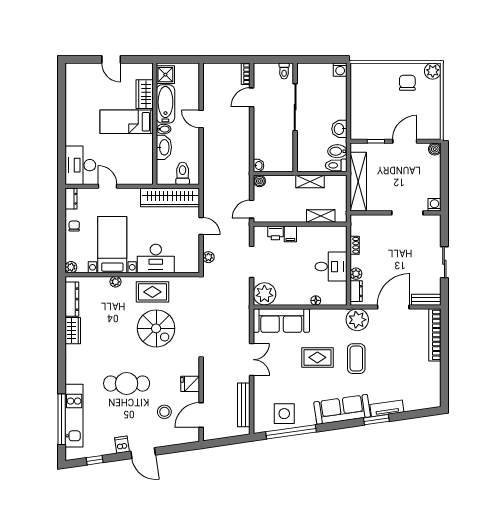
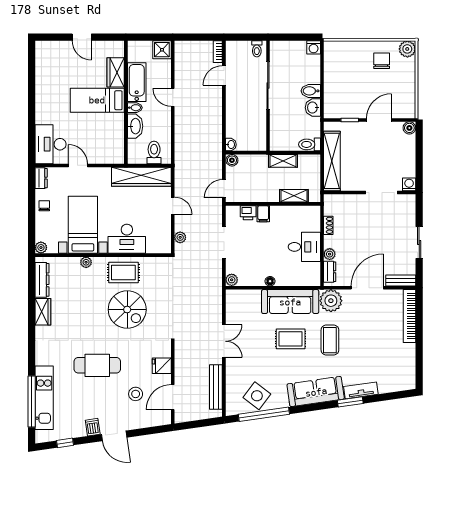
shower: (165, 75) -> (162, 50), moved
bidet: (337, 151) -> (311, 91), moved
plant: (264, 294) -> (232, 280), width x0.53, depth x0.53
floor lamp: (316, 300) -> (270, 281), moved
sofa: (281, 321) -> (290, 302), moved
side table: (284, 414) -> (257, 396), turned 37

